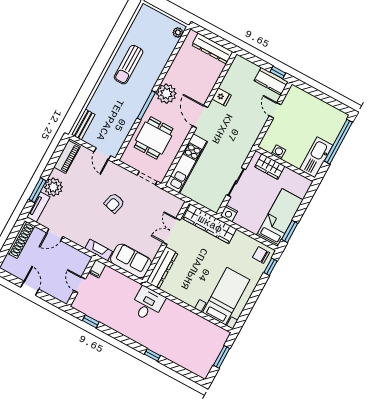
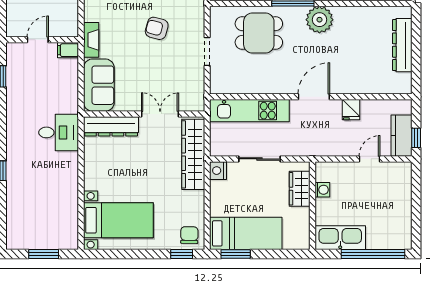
fridge: (222, 97) -> (351, 110), moved
door: (200, 117) -> (314, 97), moved
wall: (199, 119) -> (311, 97), moved
kitchen unit: (186, 164) -> (249, 111), moved

